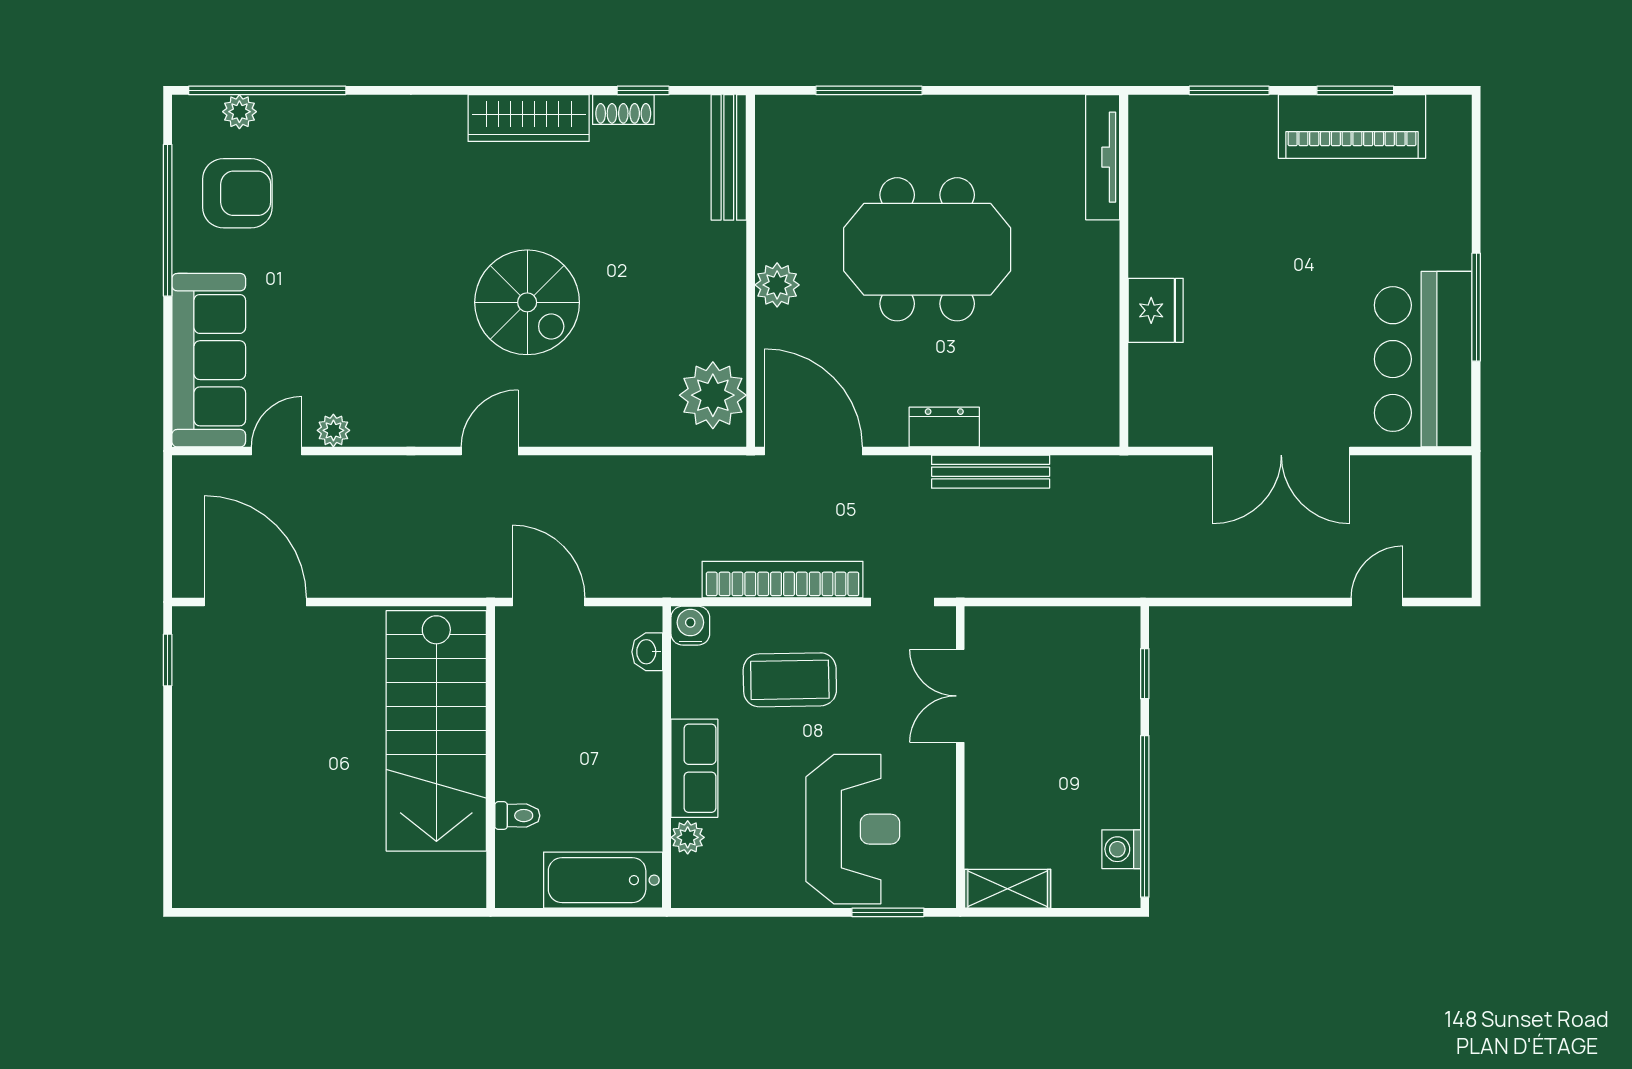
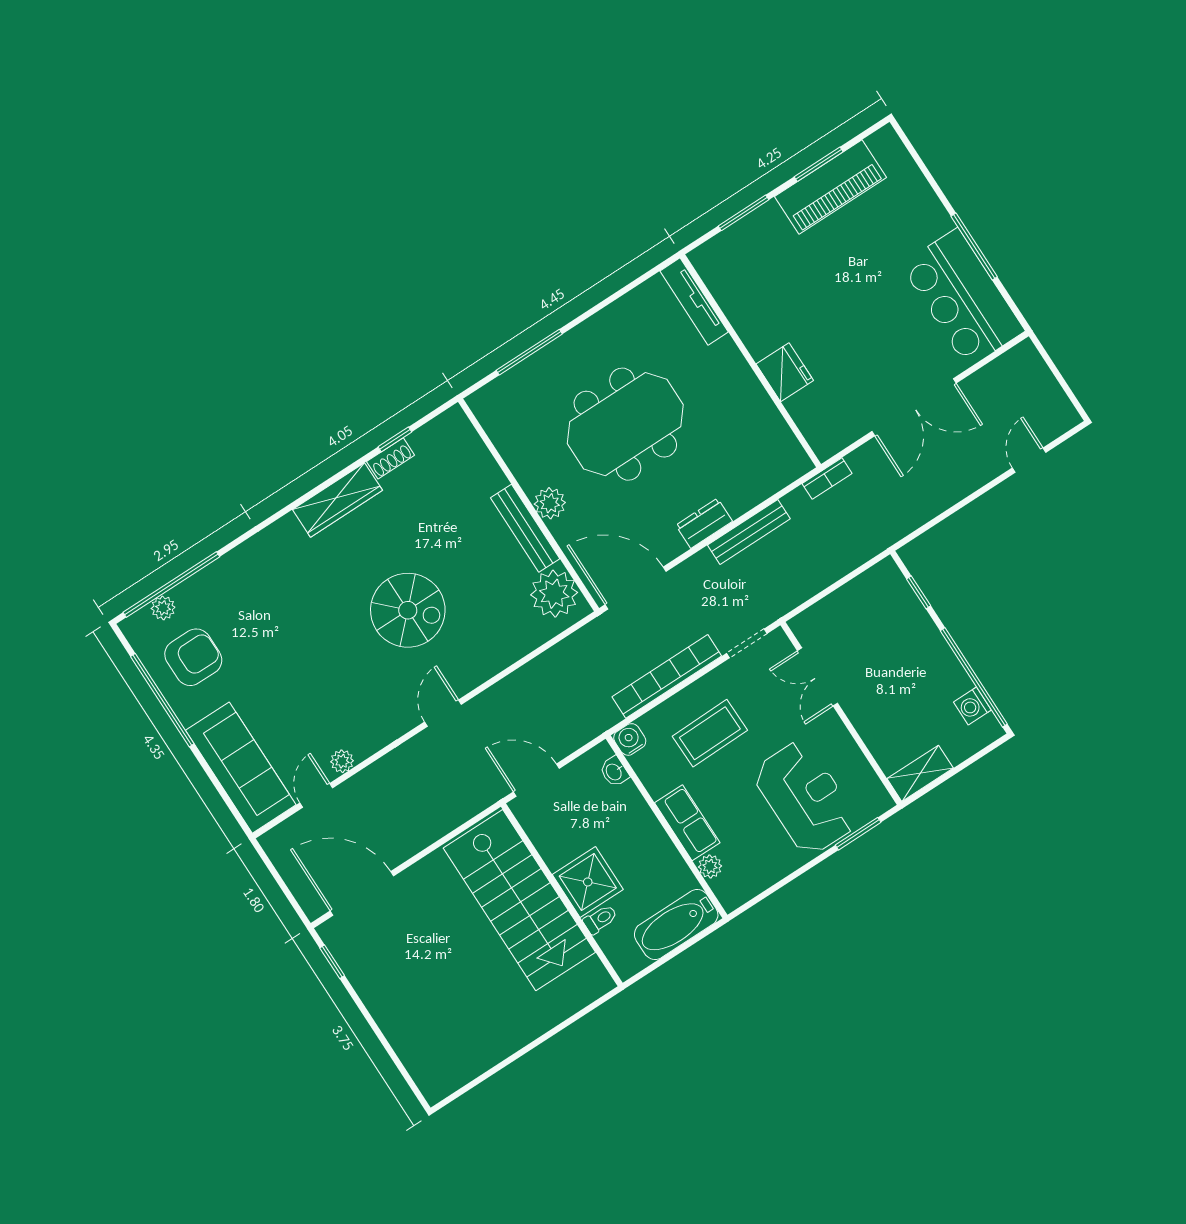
bench: (729, 157) -> (525, 528), moved
bookcase: (1124, 469) -> (827, 479), added
shower: (531, 762) -> (588, 882), added

